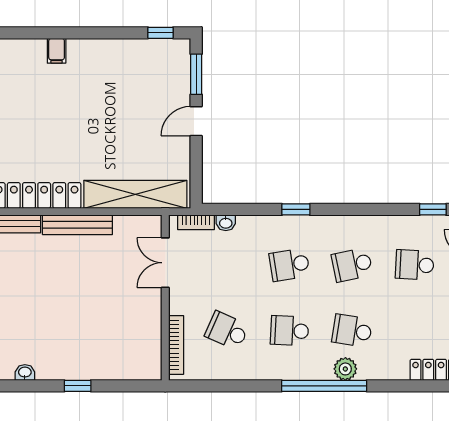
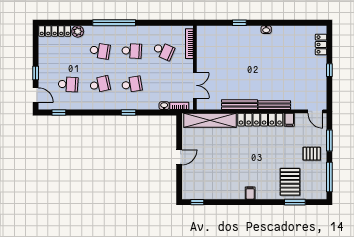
window: (196, 74) -> (179, 181), removed
plant: (345, 369) -> (78, 31), moved

